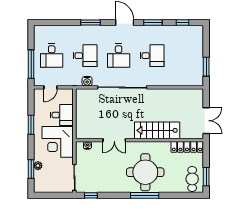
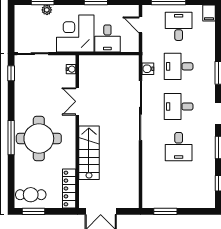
filing cabinet: (41, 30) -> (209, 13), added
desk: (52, 56) -> (179, 26), turned 90
desk: (85, 56) -> (179, 66), turned 90

